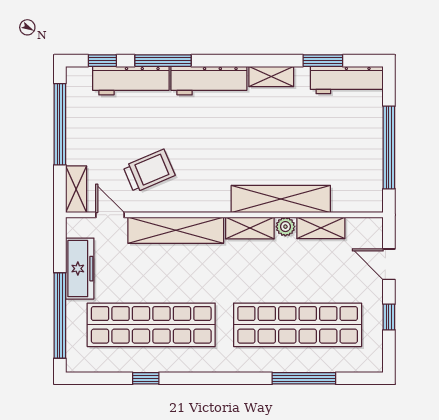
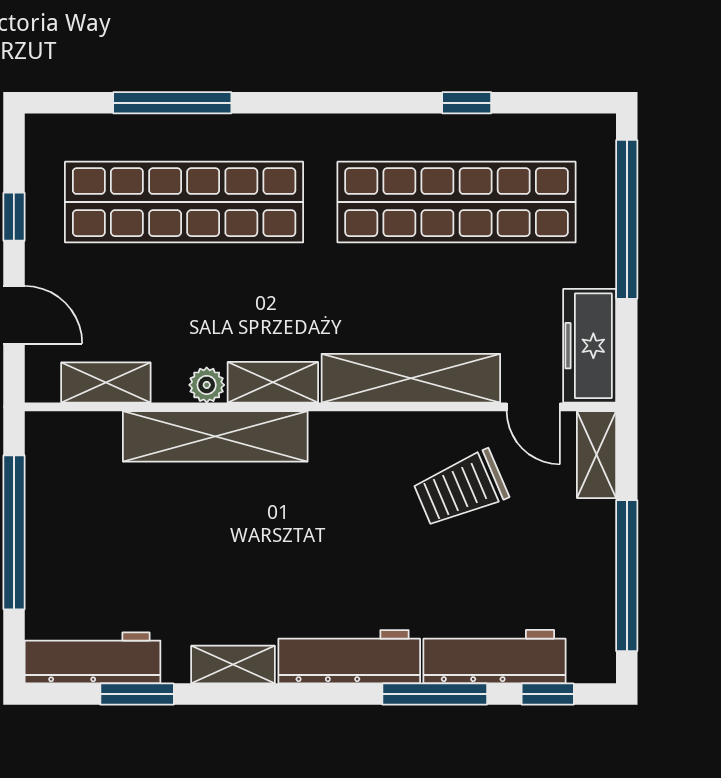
shelving: (321, 228) -> (106, 382), moved
freezer: (80, 269) -> (590, 346), moved

